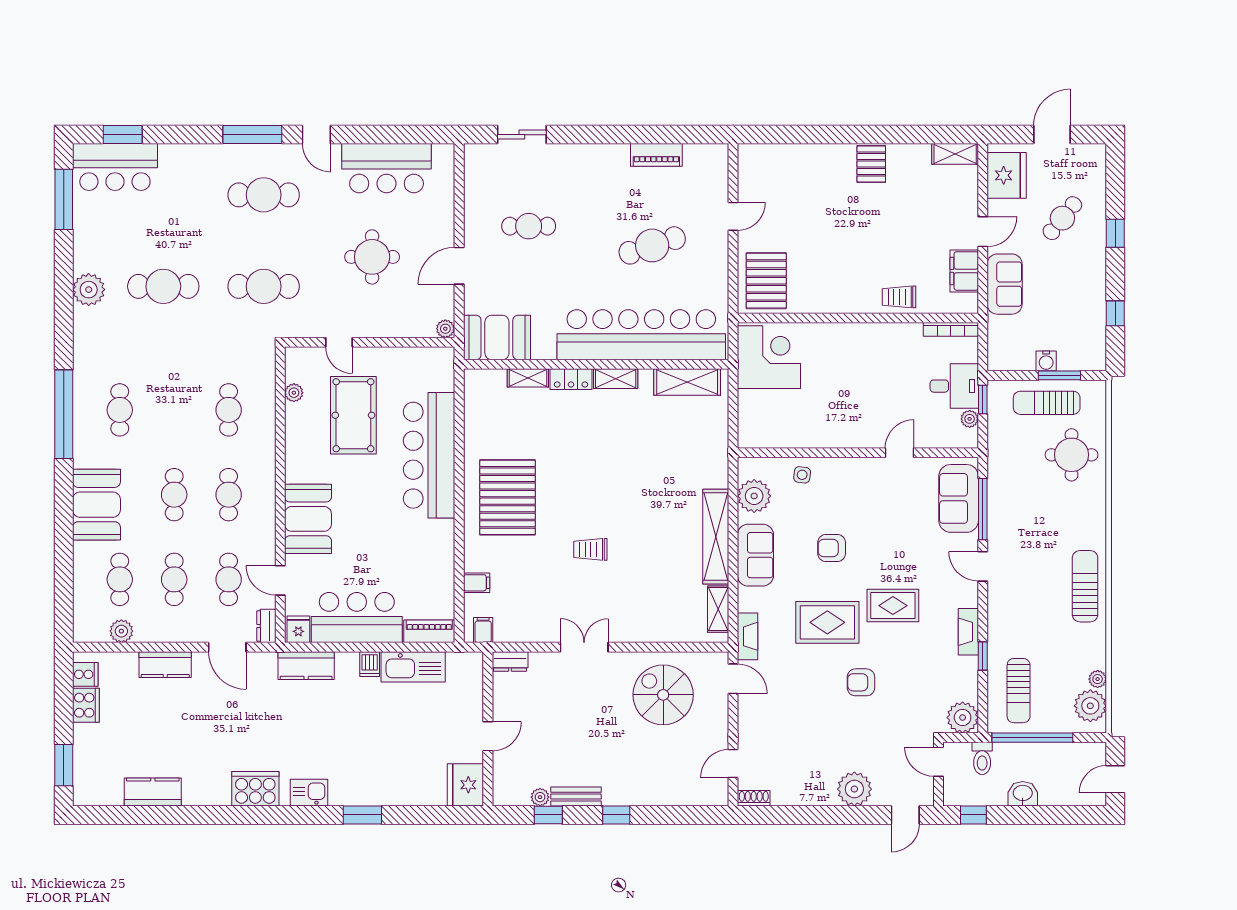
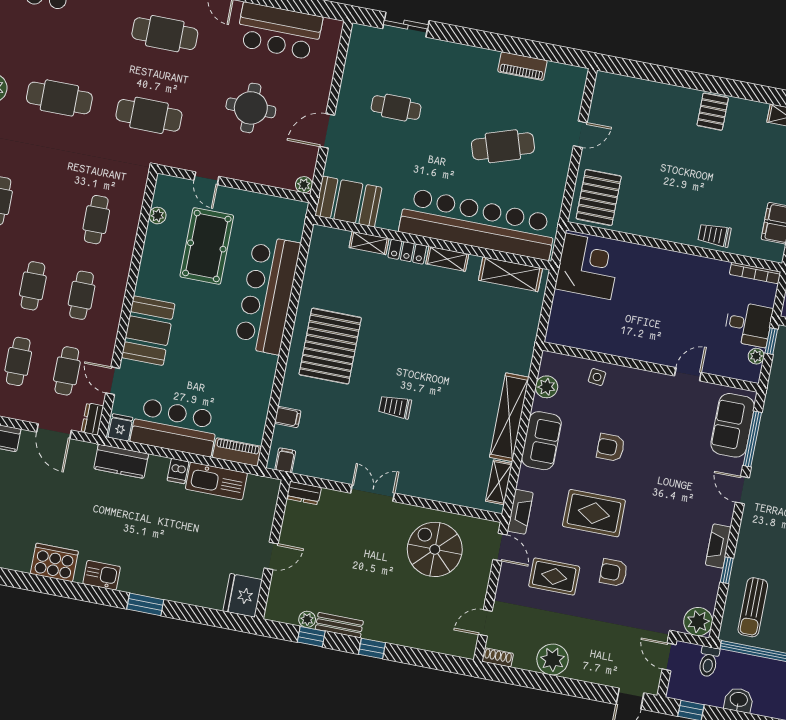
plant: (754, 496) -> (547, 387), width x0.73, depth x0.73
rug: (893, 606) -> (554, 576), moved
plant: (854, 789) -> (553, 660), moved

